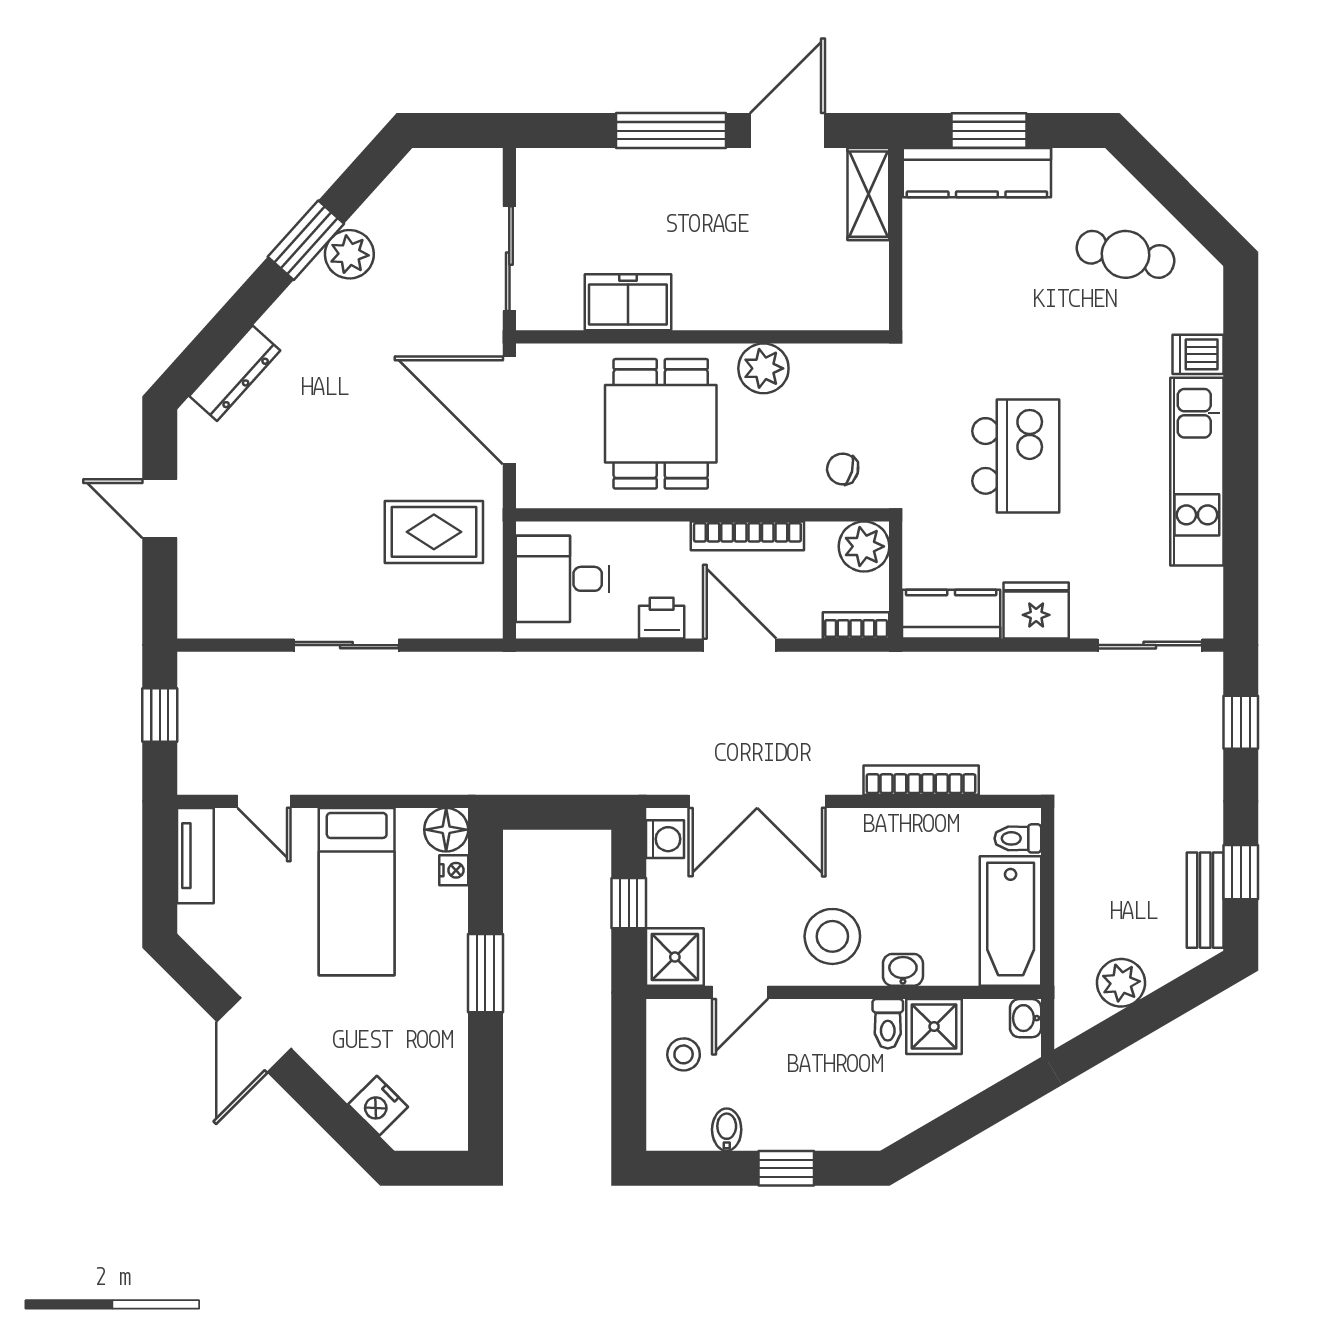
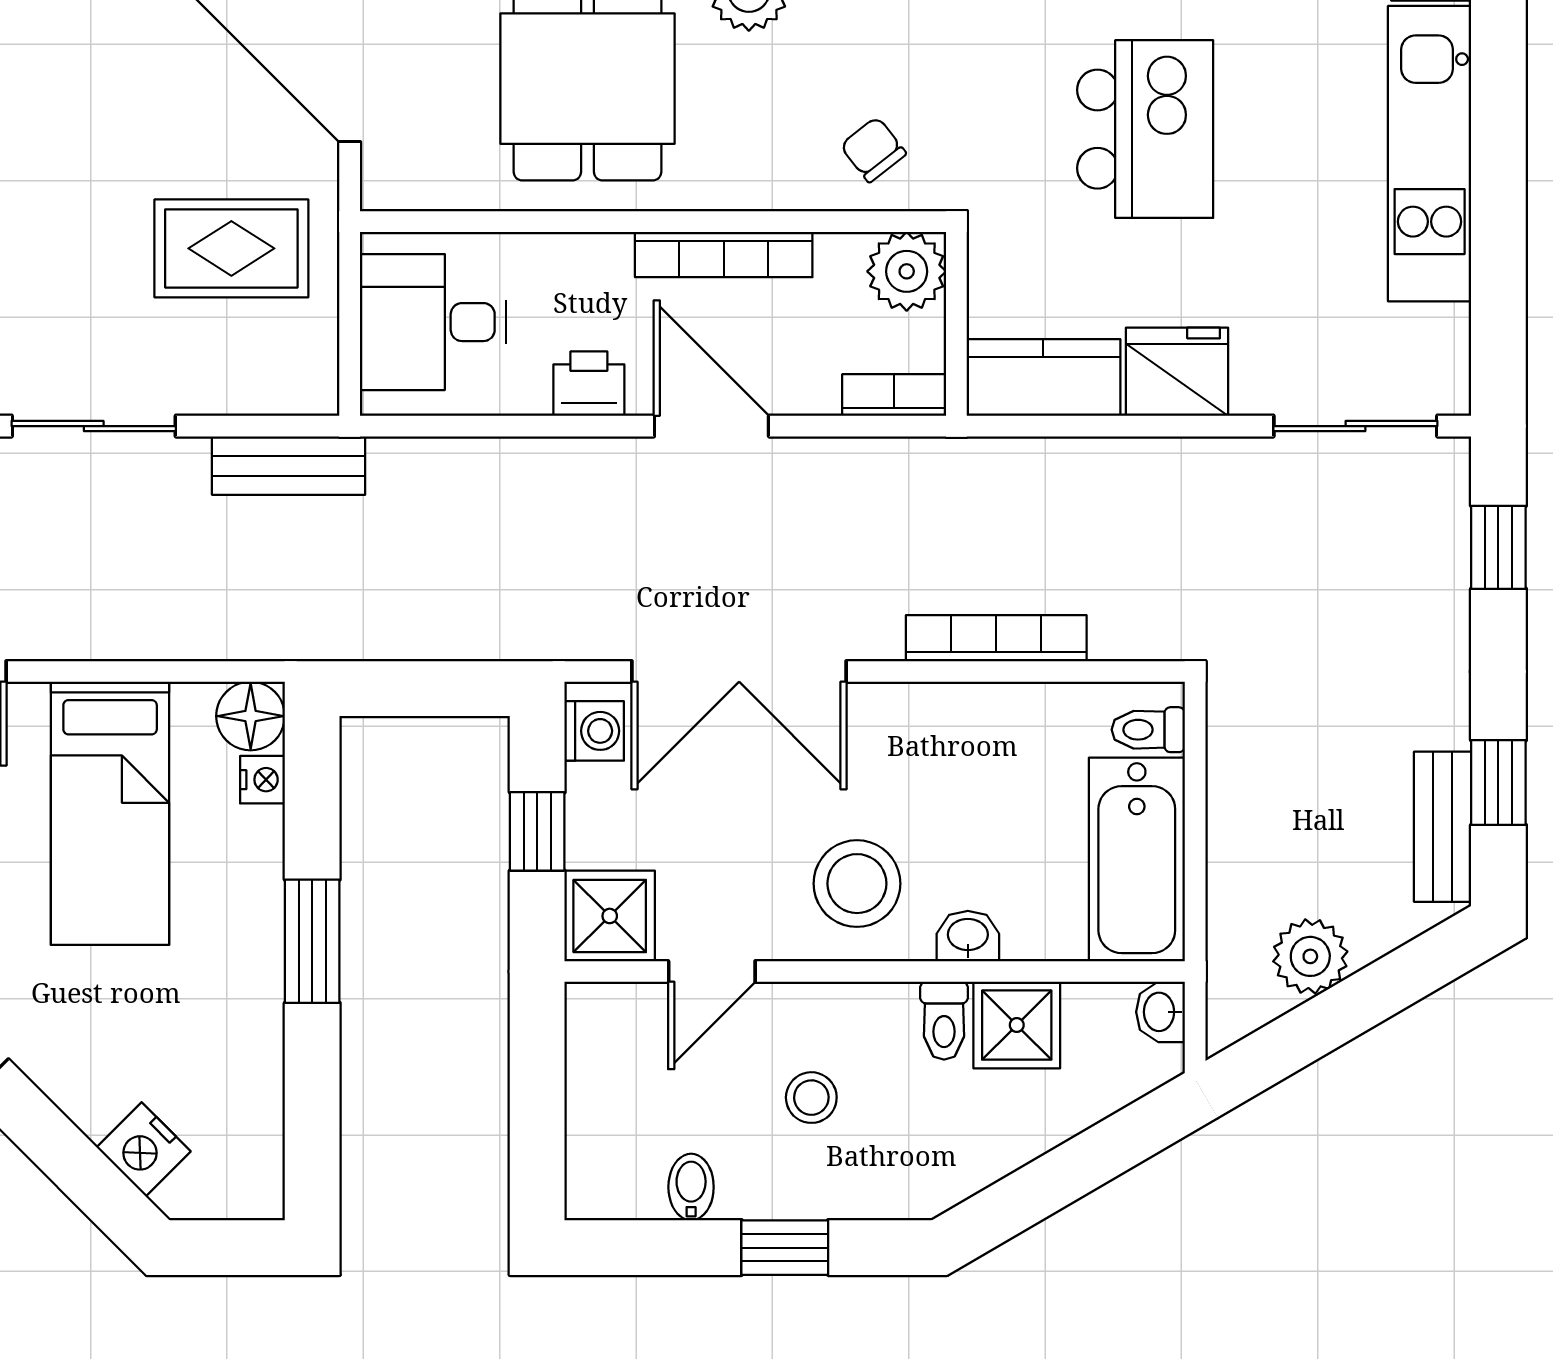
chair: (843, 469) -> (873, 150), turned 37
bench: (470, 670) -> (289, 466), added
stool: (684, 1054) -> (811, 1098), moved

